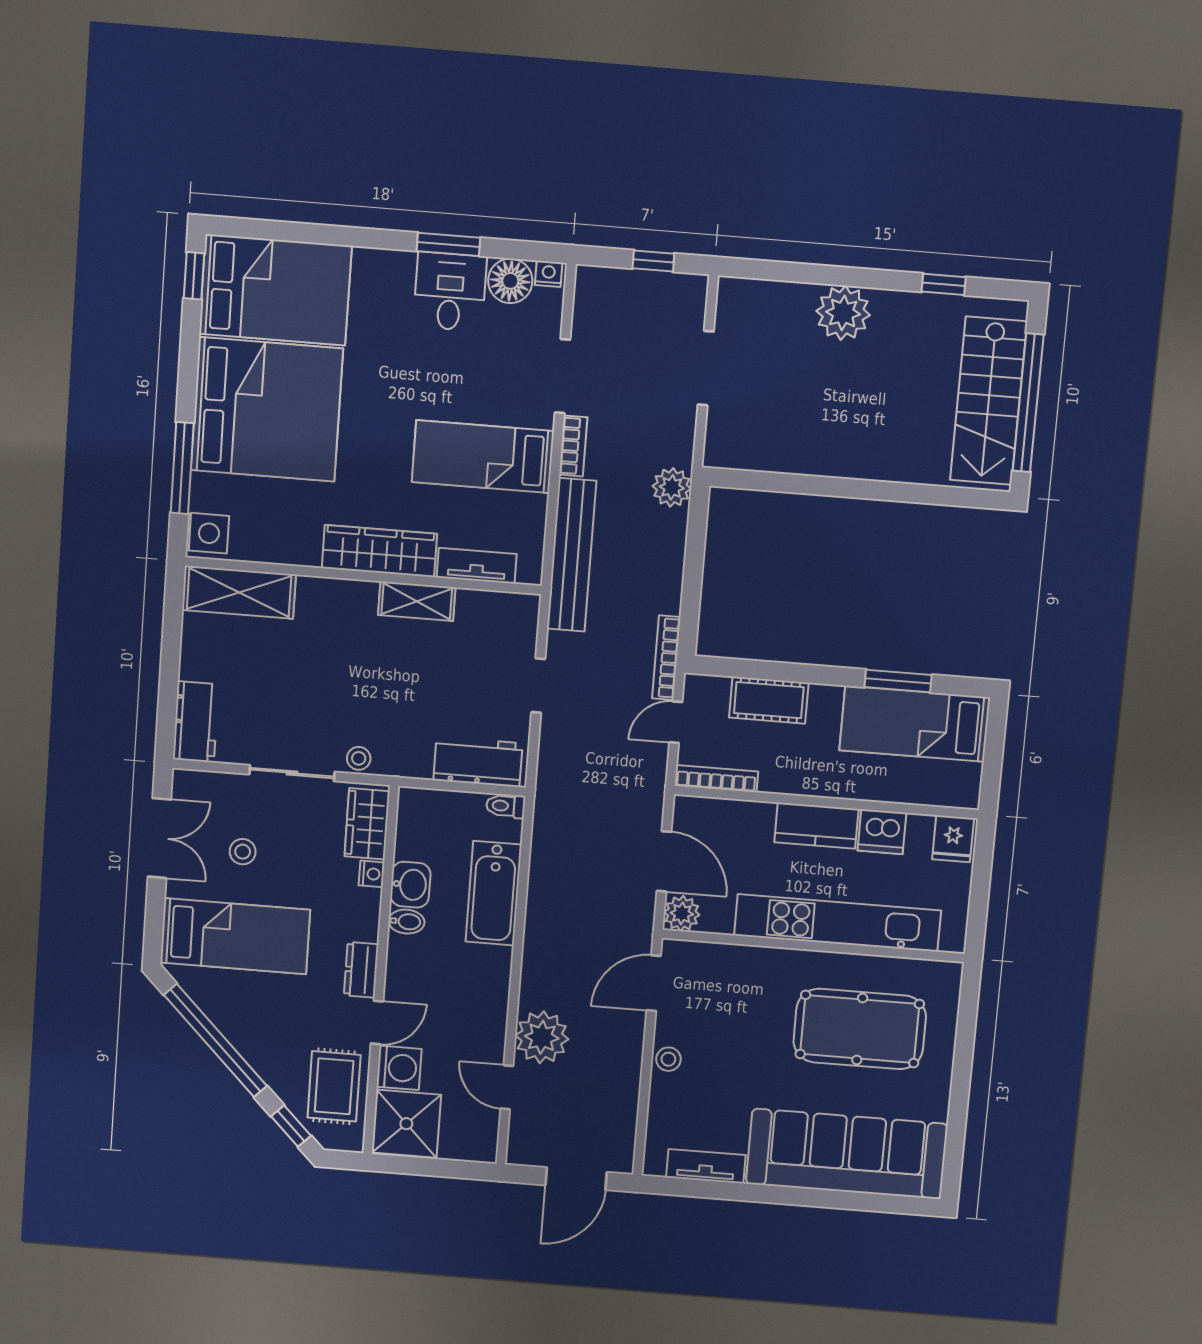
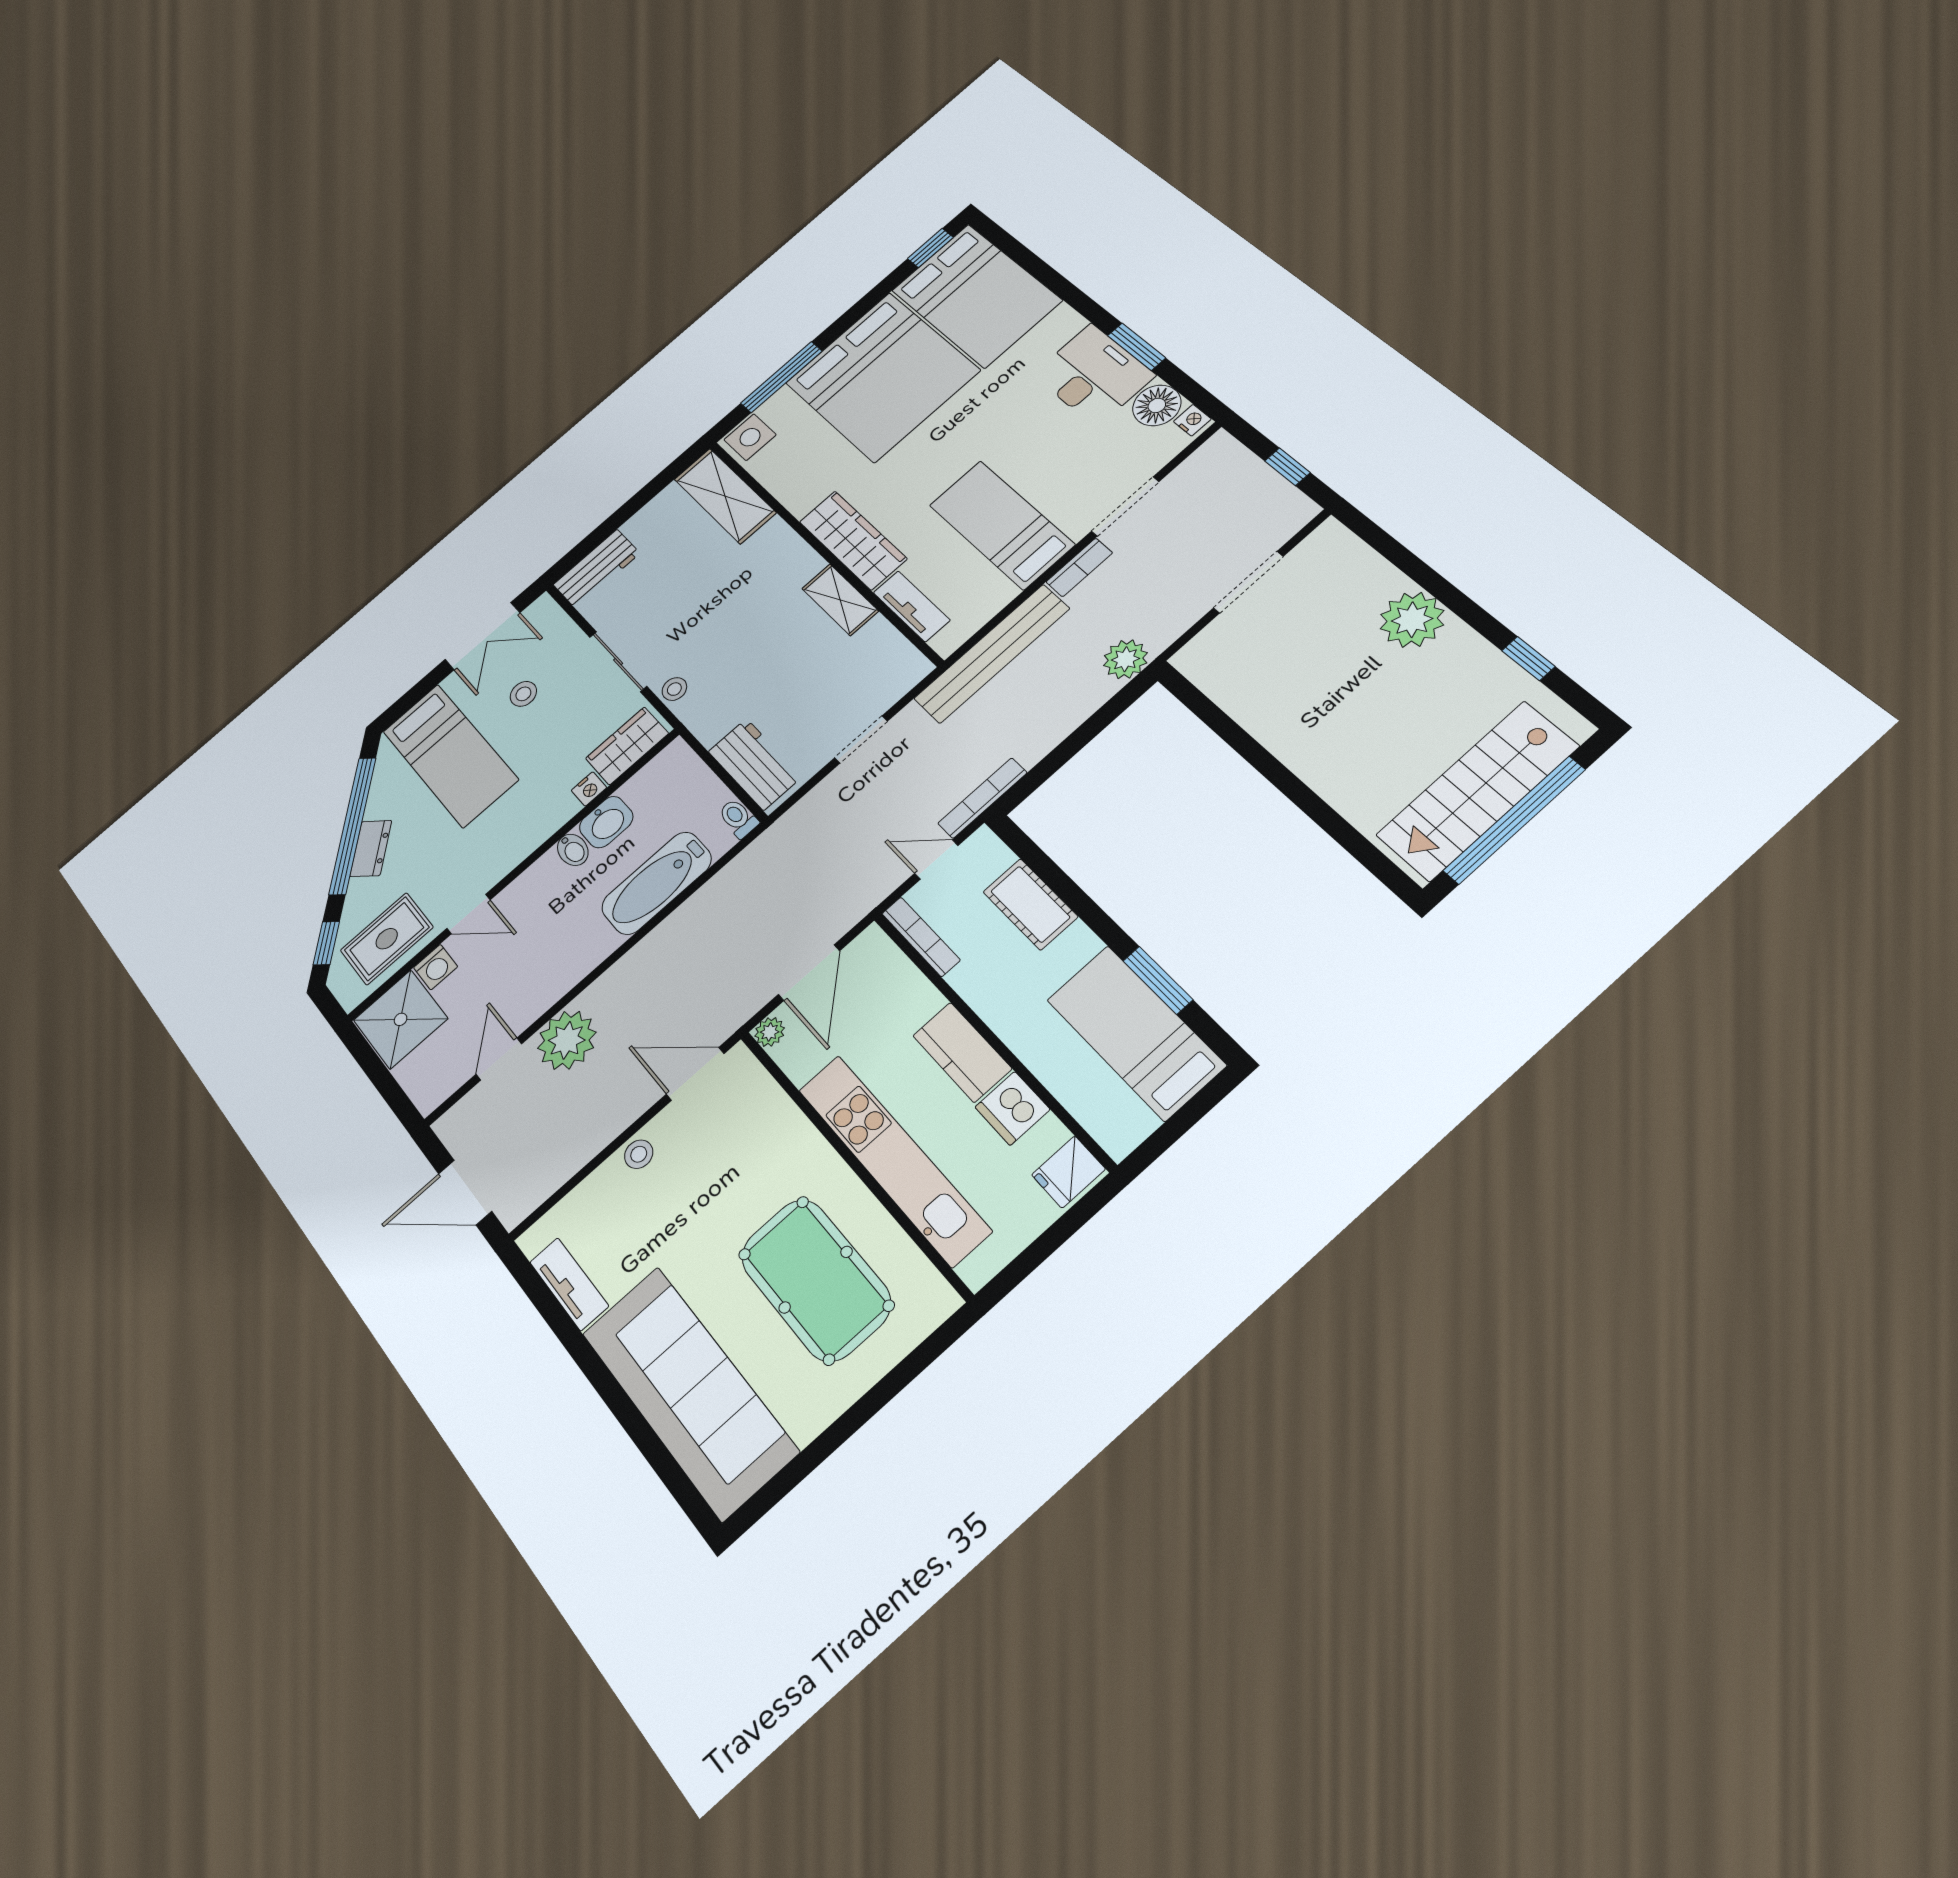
desk: (450, 292) -> (1094, 375), width x1.37
plant: (682, 913) -> (770, 1032), width x0.73, depth x0.73
dresser: (361, 970) -> (371, 848), moved, turned 135
washing machine: (399, 1068) -> (436, 967), width x0.73, depth x0.73

